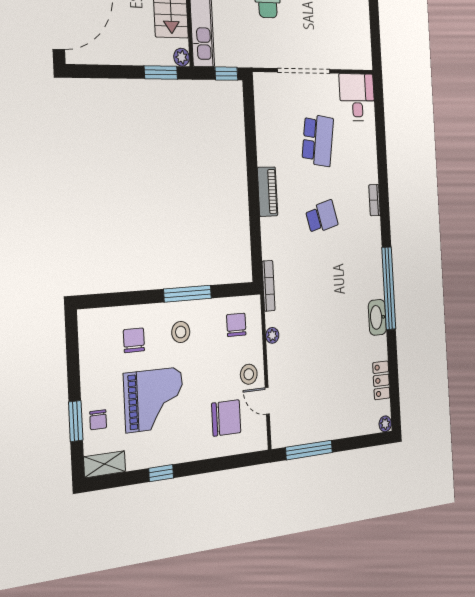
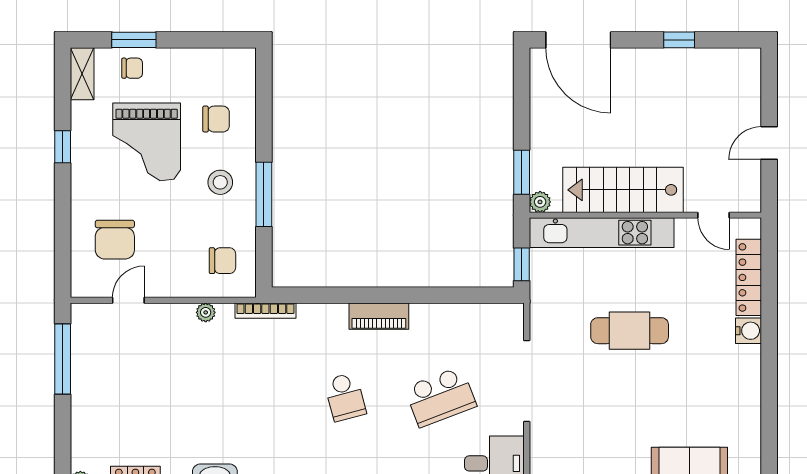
school desk: (318, 140) -> (441, 397), turned -30
stool: (249, 374) -> (163, 275), removed
chair: (98, 420) -> (132, 68), turned 180

